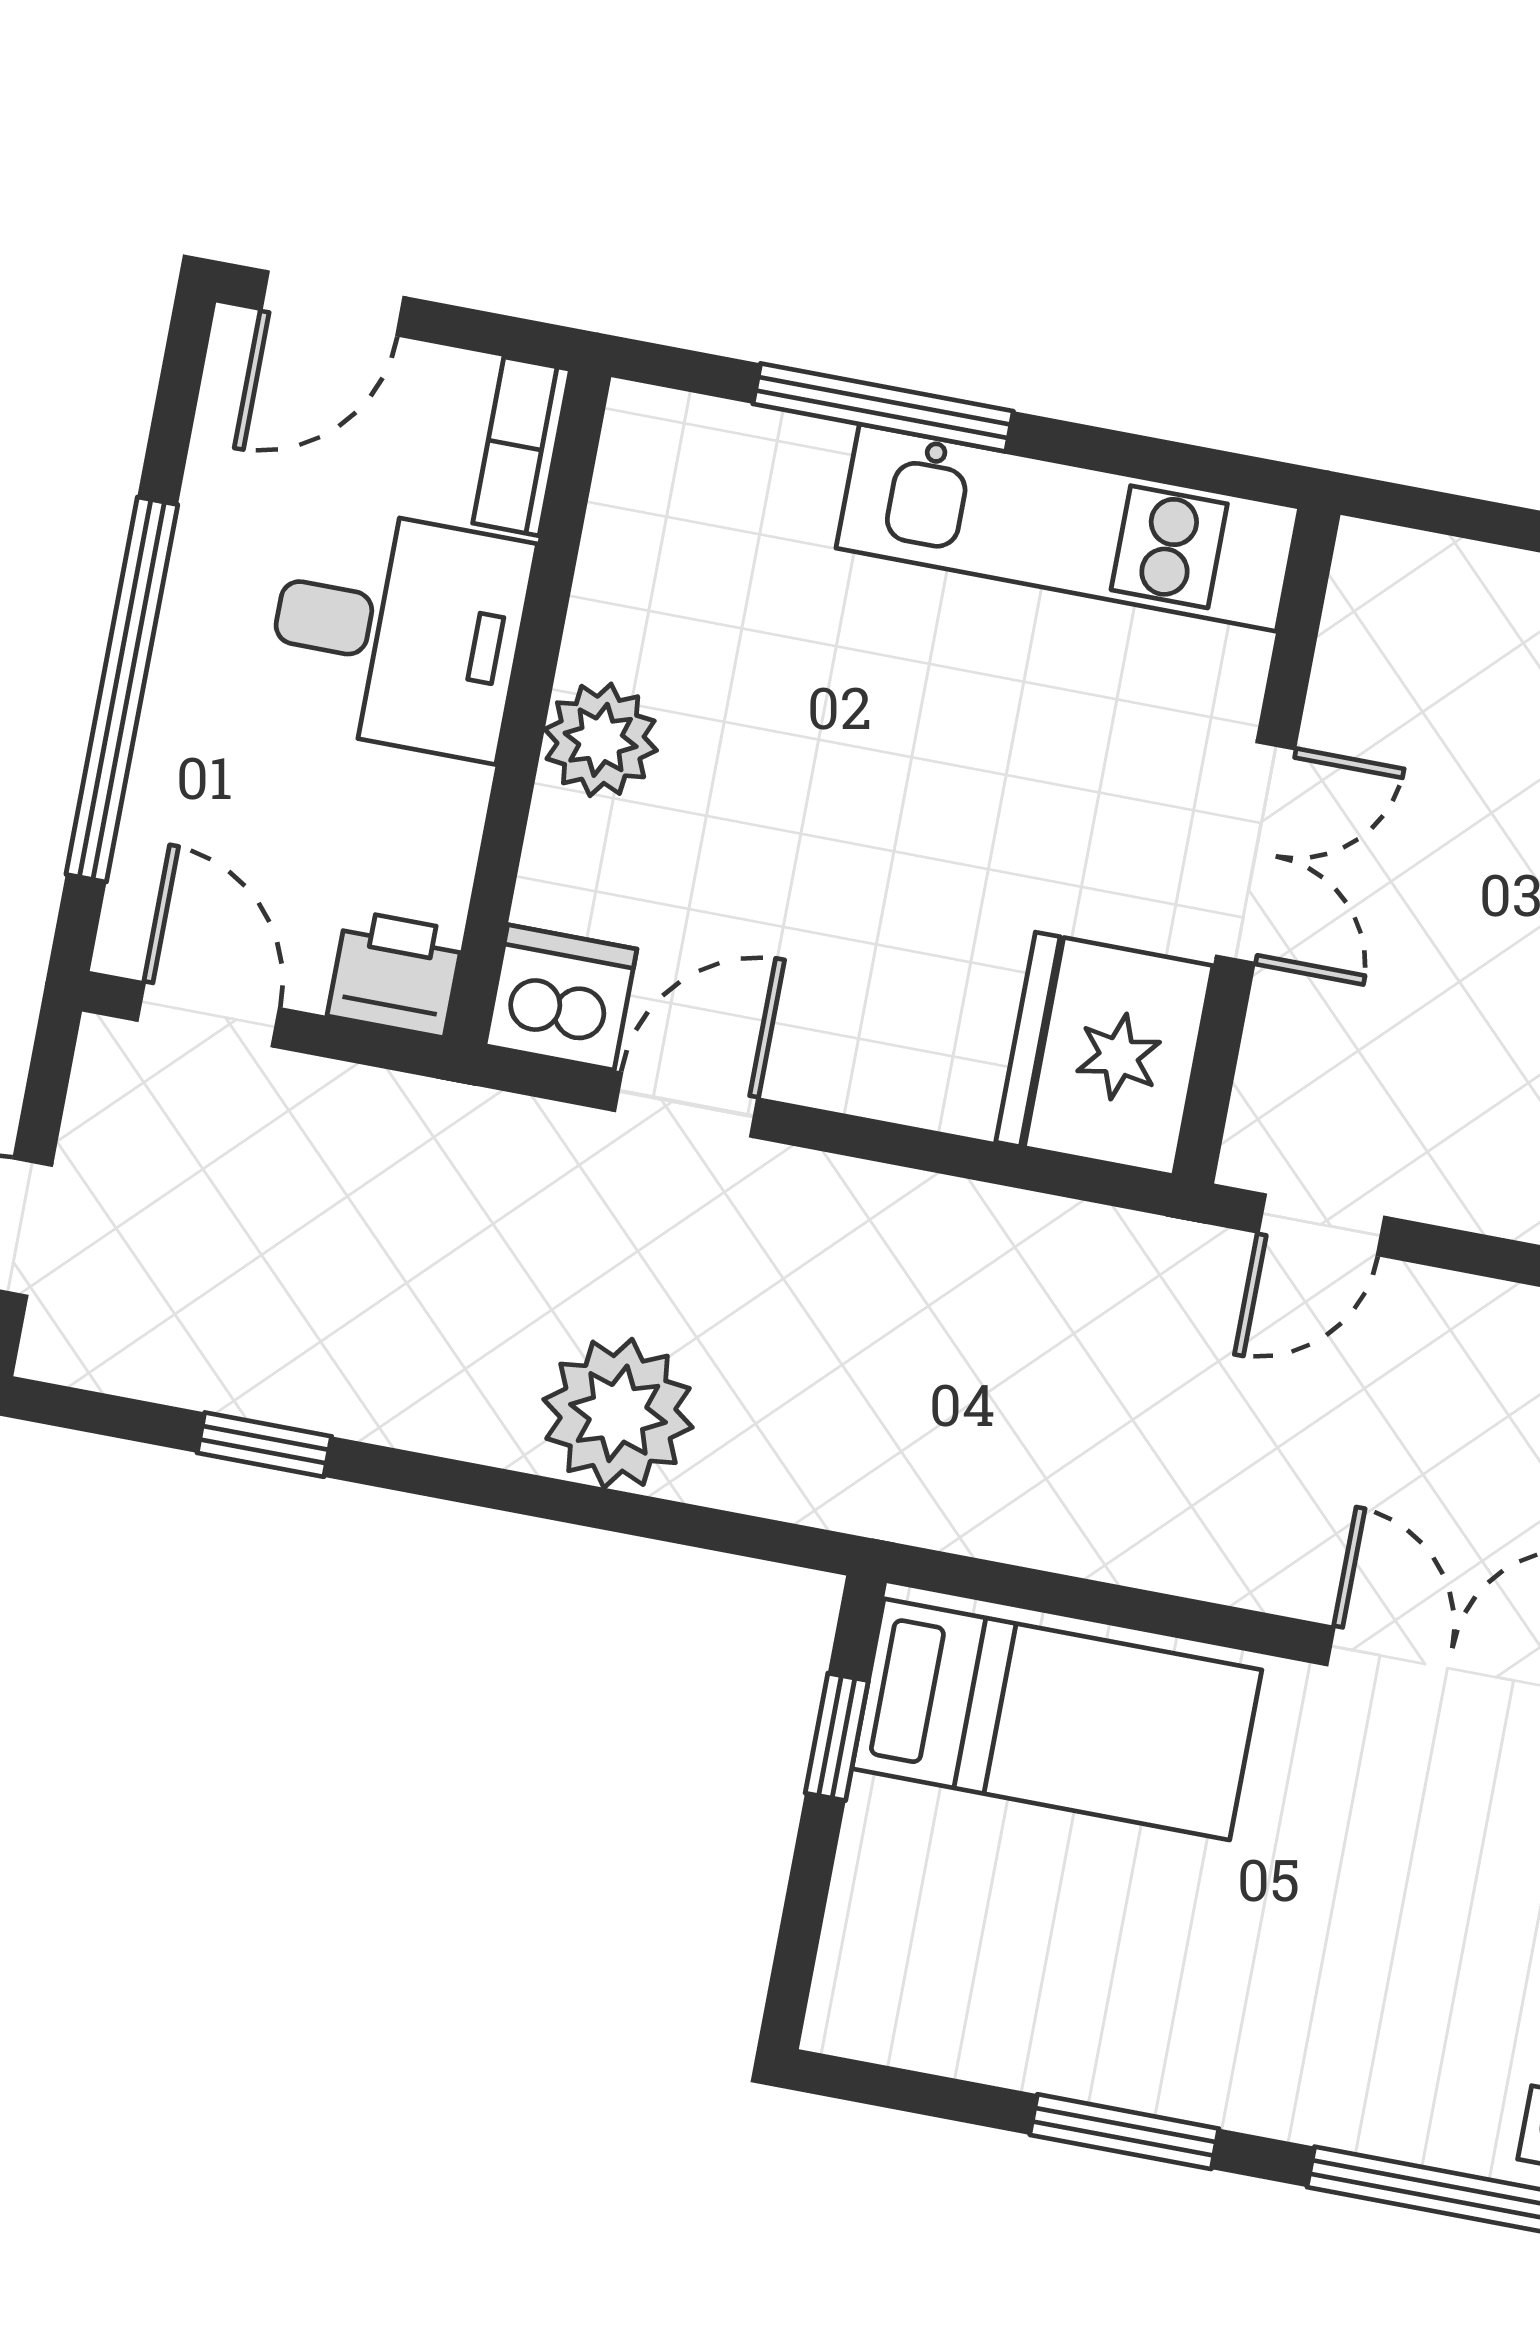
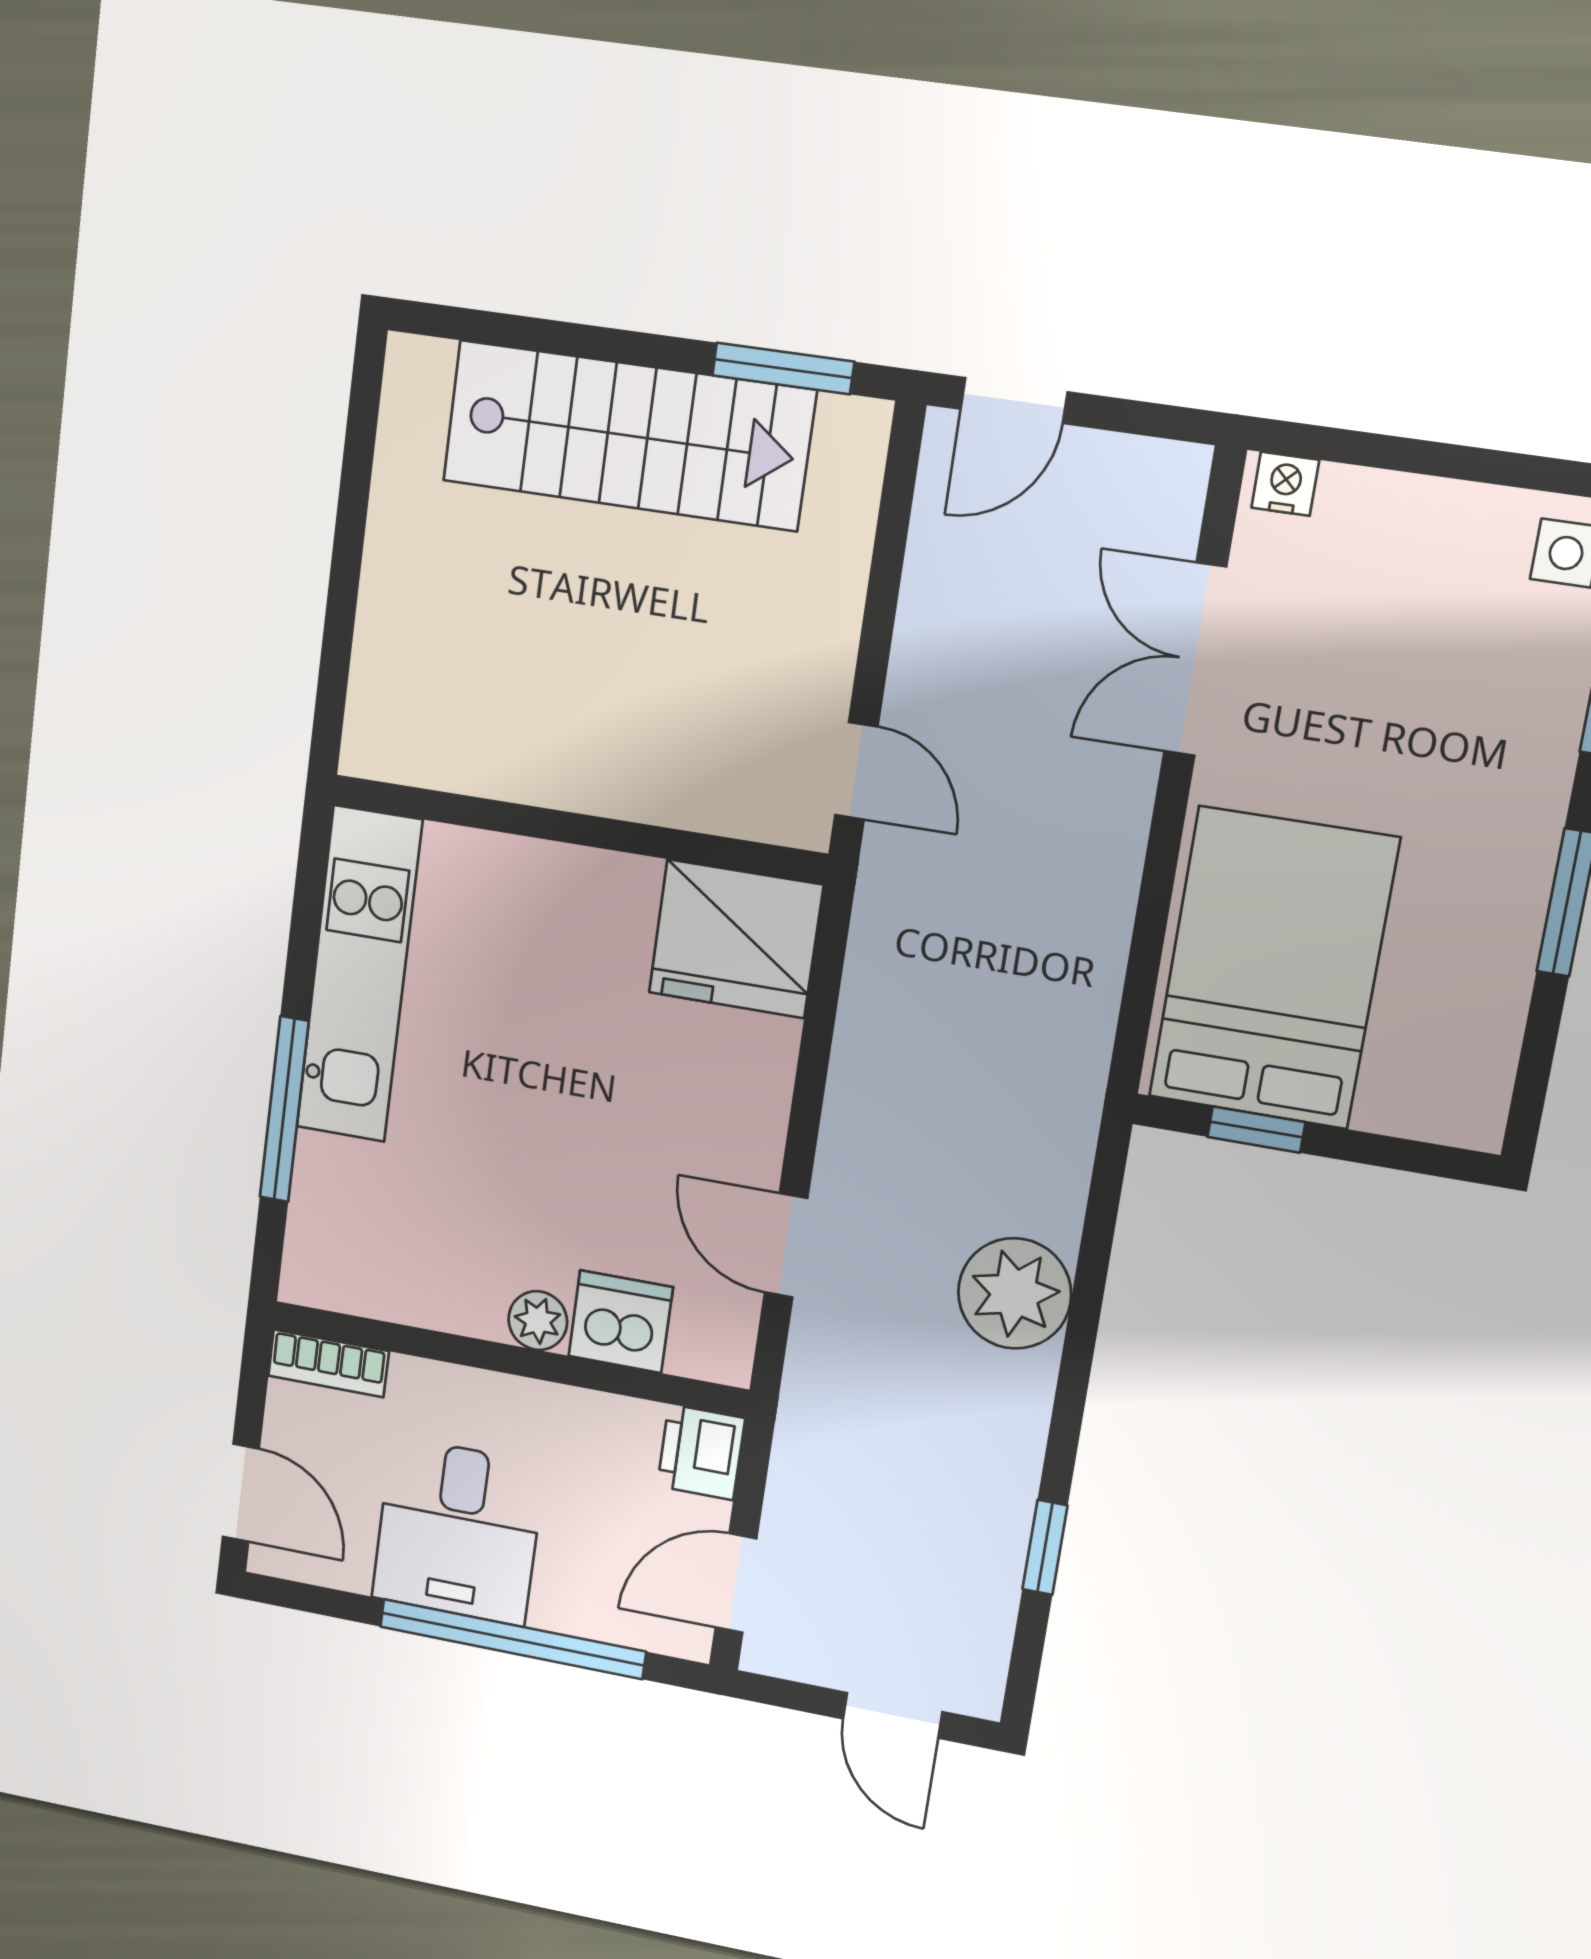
desk: (398, 632) -> (458, 1531), moved, turned 180
plant: (601, 740) -> (538, 1321), width x0.73, depth x0.73
double door: (1256, 853) -> (583, 830), removed
dishwasher: (561, 997) -> (621, 1322), moved, turned 90
bed: (1057, 1719) -> (1273, 968), width x1.50

